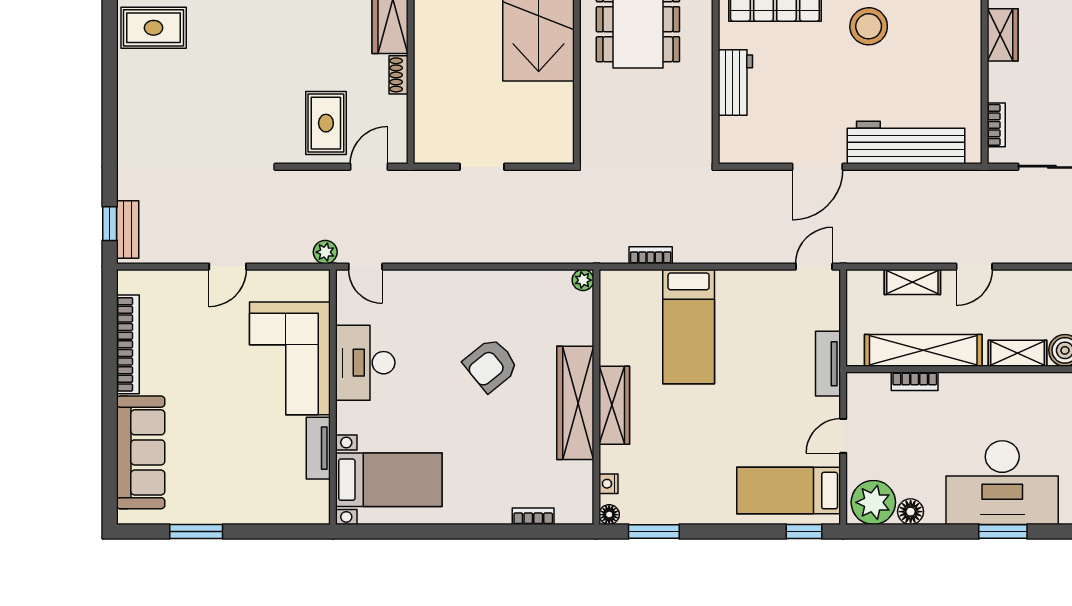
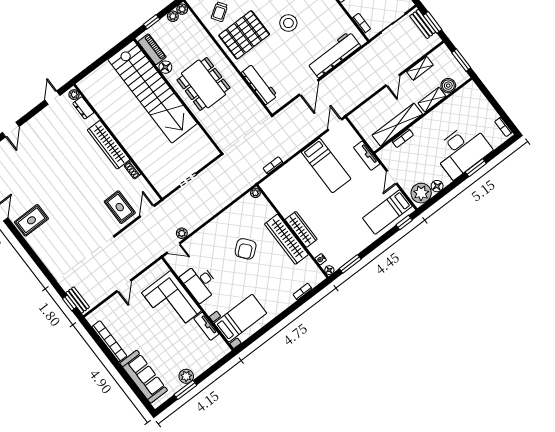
workbench: (735, 82) -> (259, 84), width x1.38
plant: (325, 252) -> (182, 233), moved
shelving: (912, 282) -> (420, 68), moved
bed: (689, 327) -> (326, 165), moved
plant: (216, 509) -> (186, 376), added

